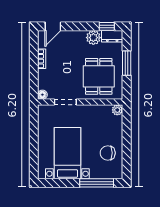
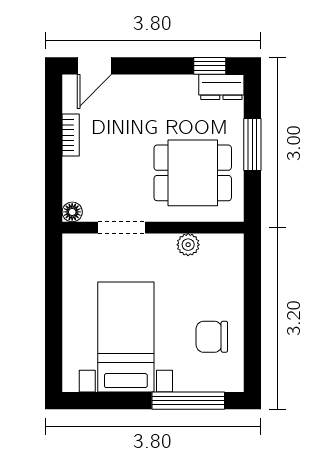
plant: (93, 38) -> (181, 90), removed
dining table: (99, 76) -> (193, 173), turned 90
plant: (117, 110) -> (188, 245), moved

